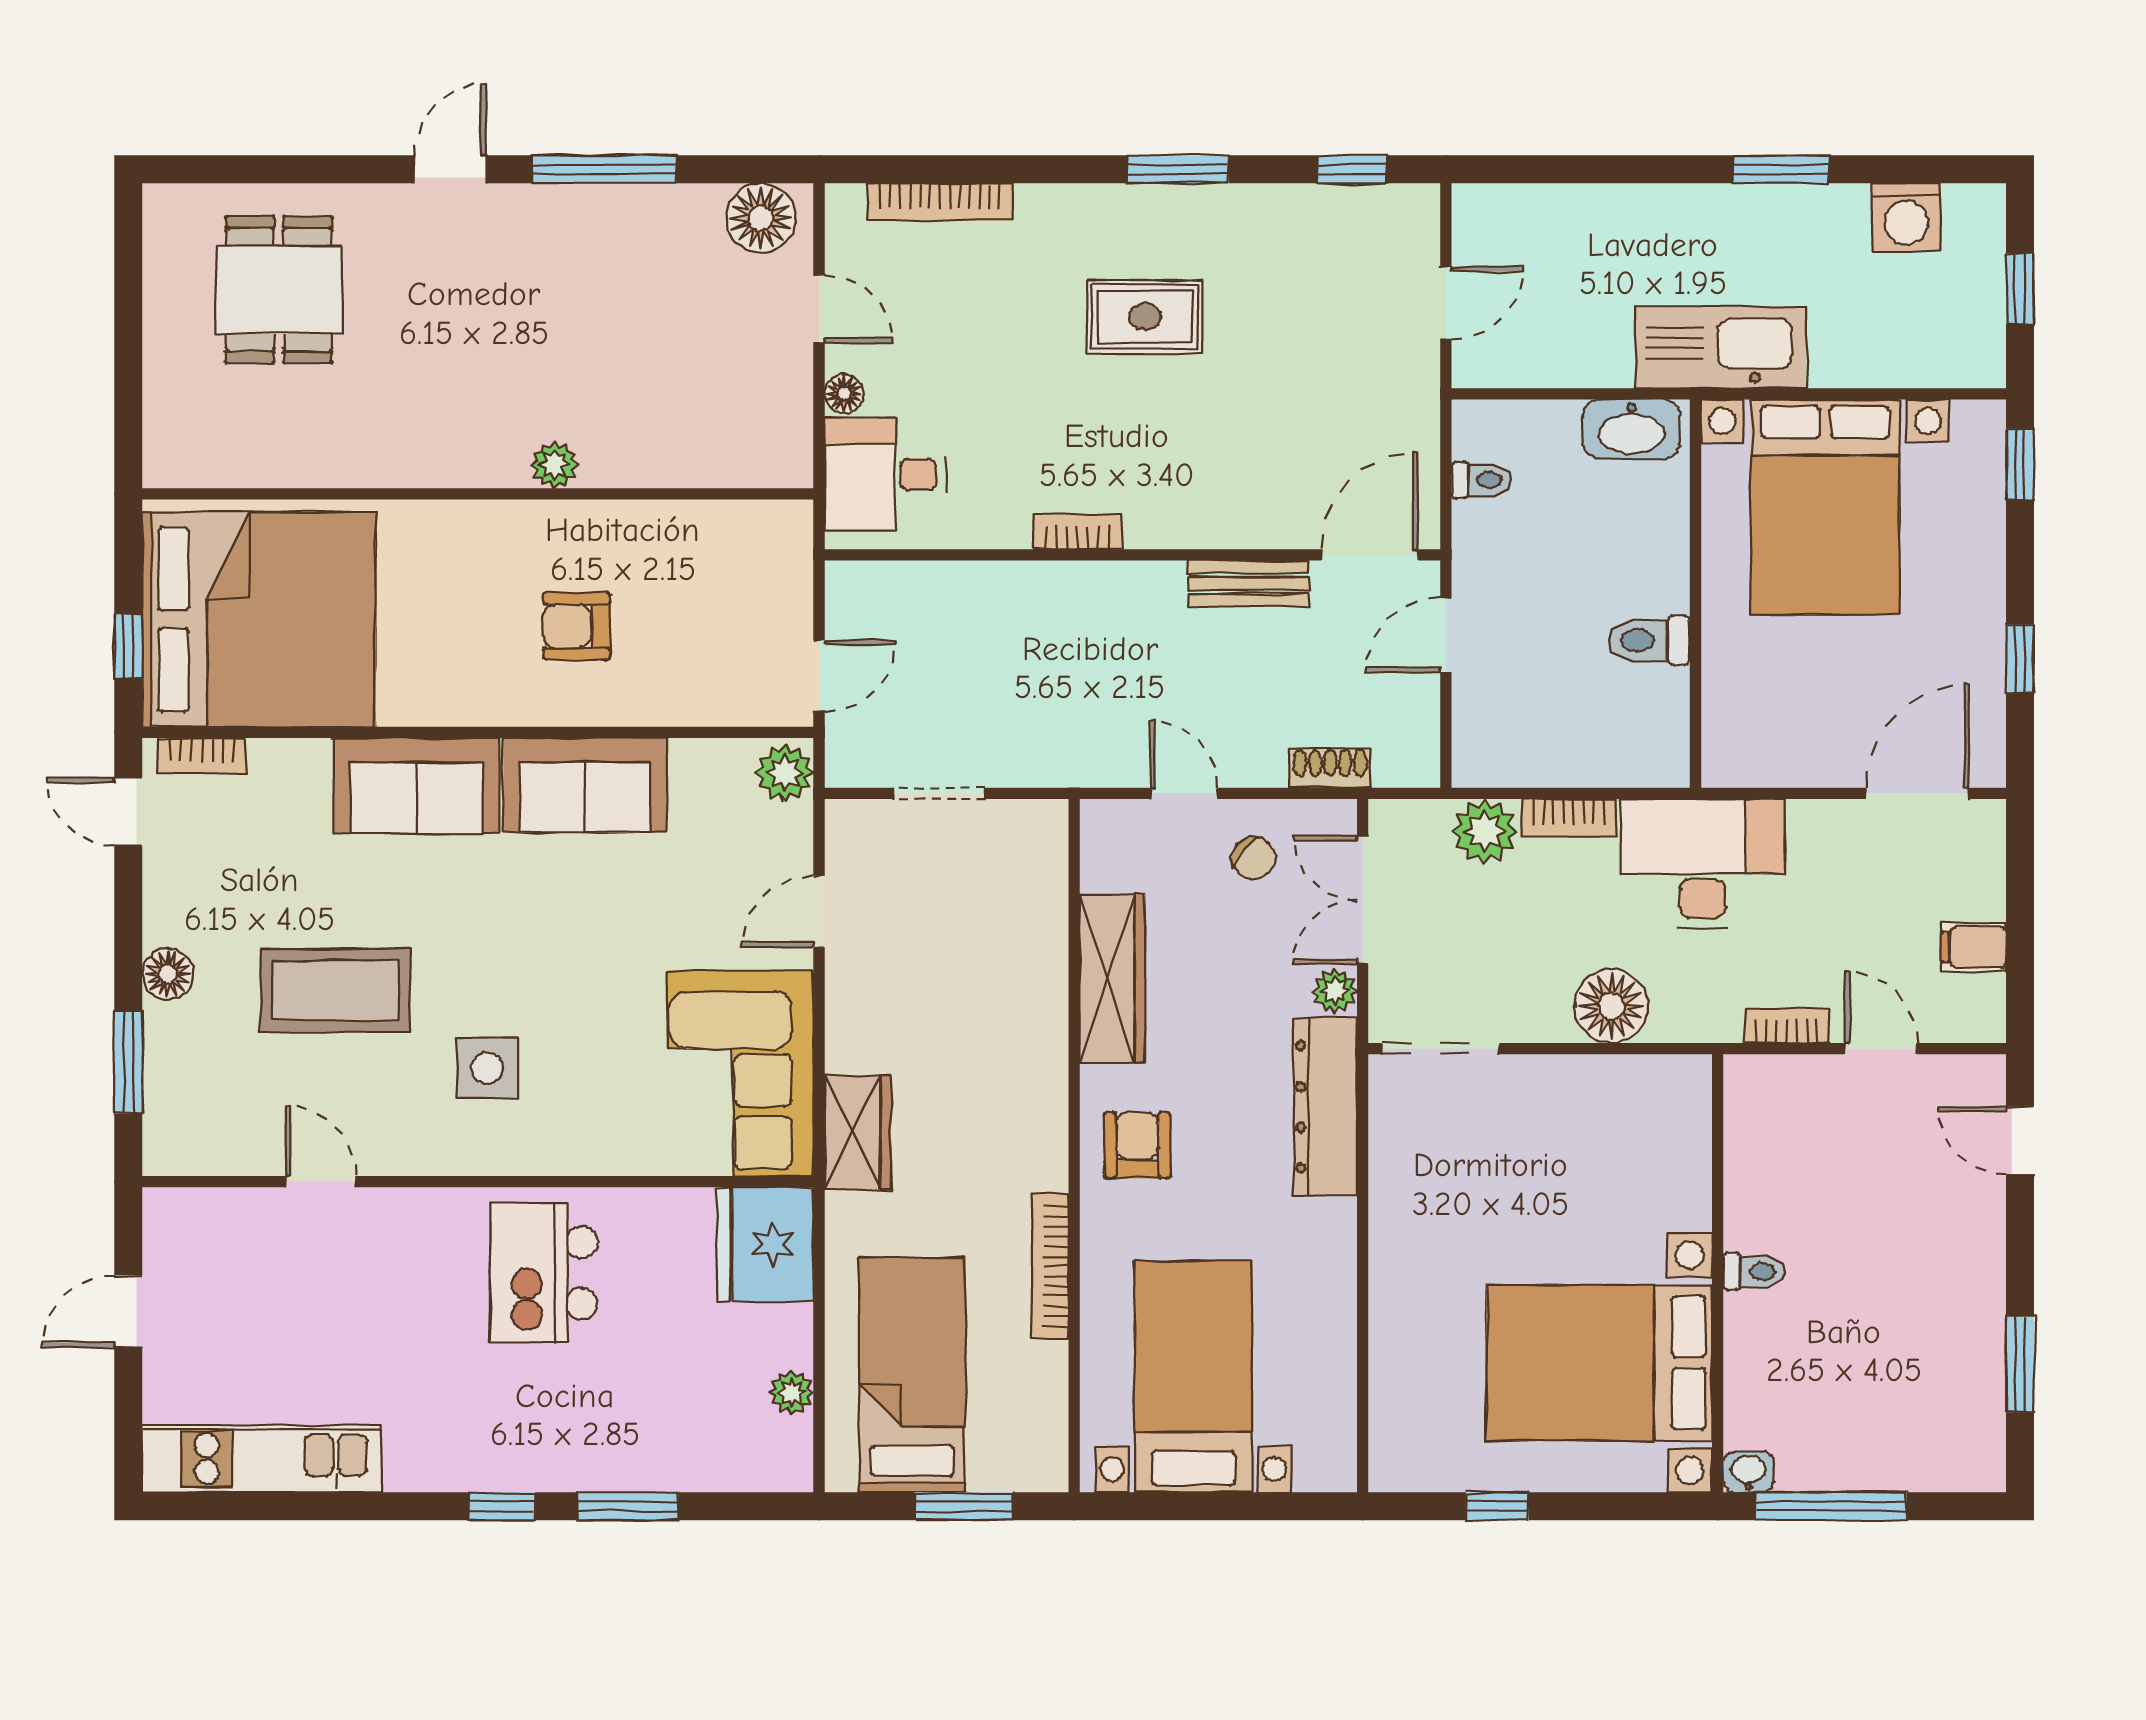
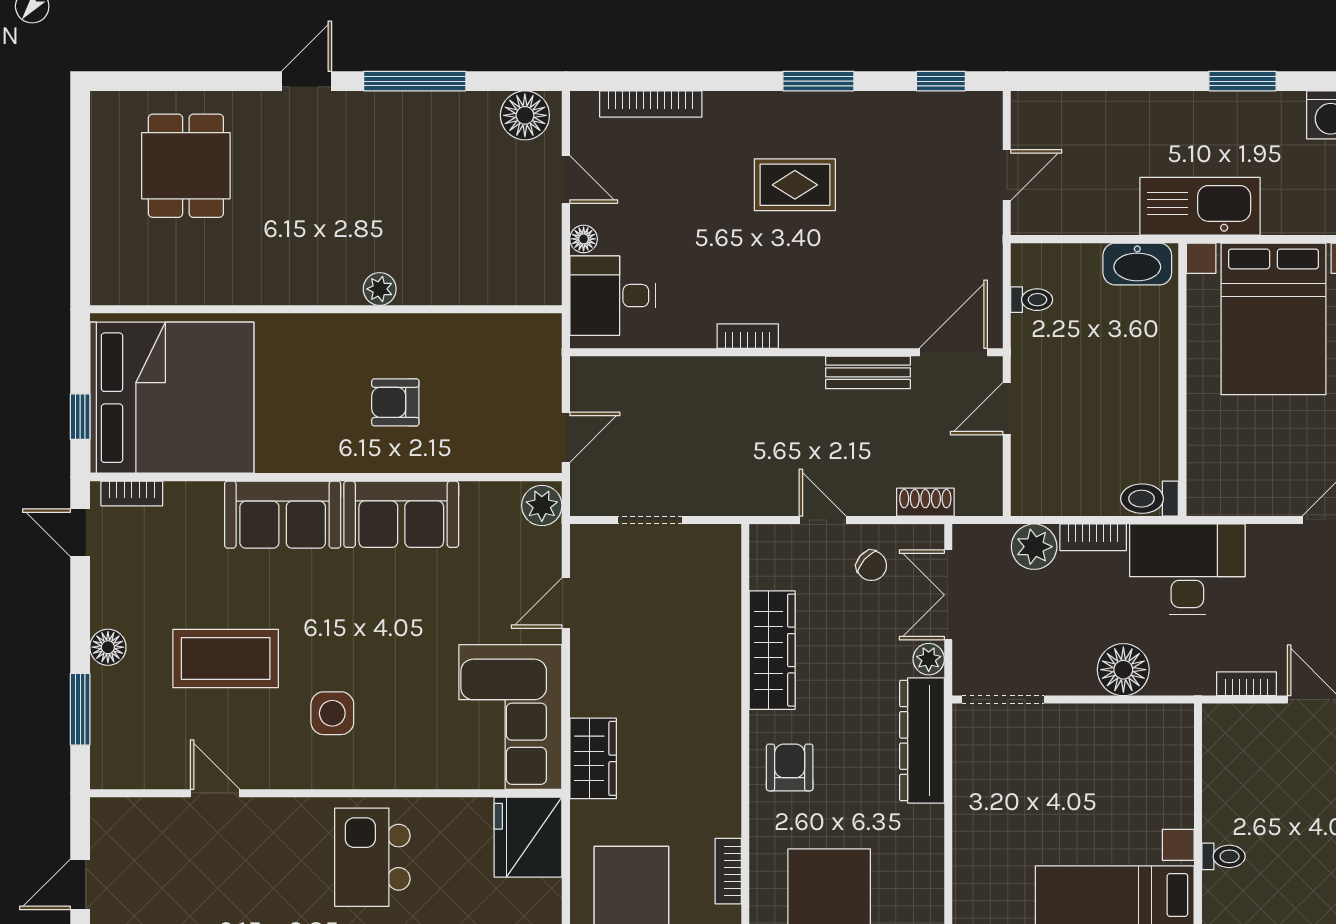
toilet: (1649, 640) -> (1150, 499), moved
bookcase: (1050, 1266) -> (728, 871), width x0.64

